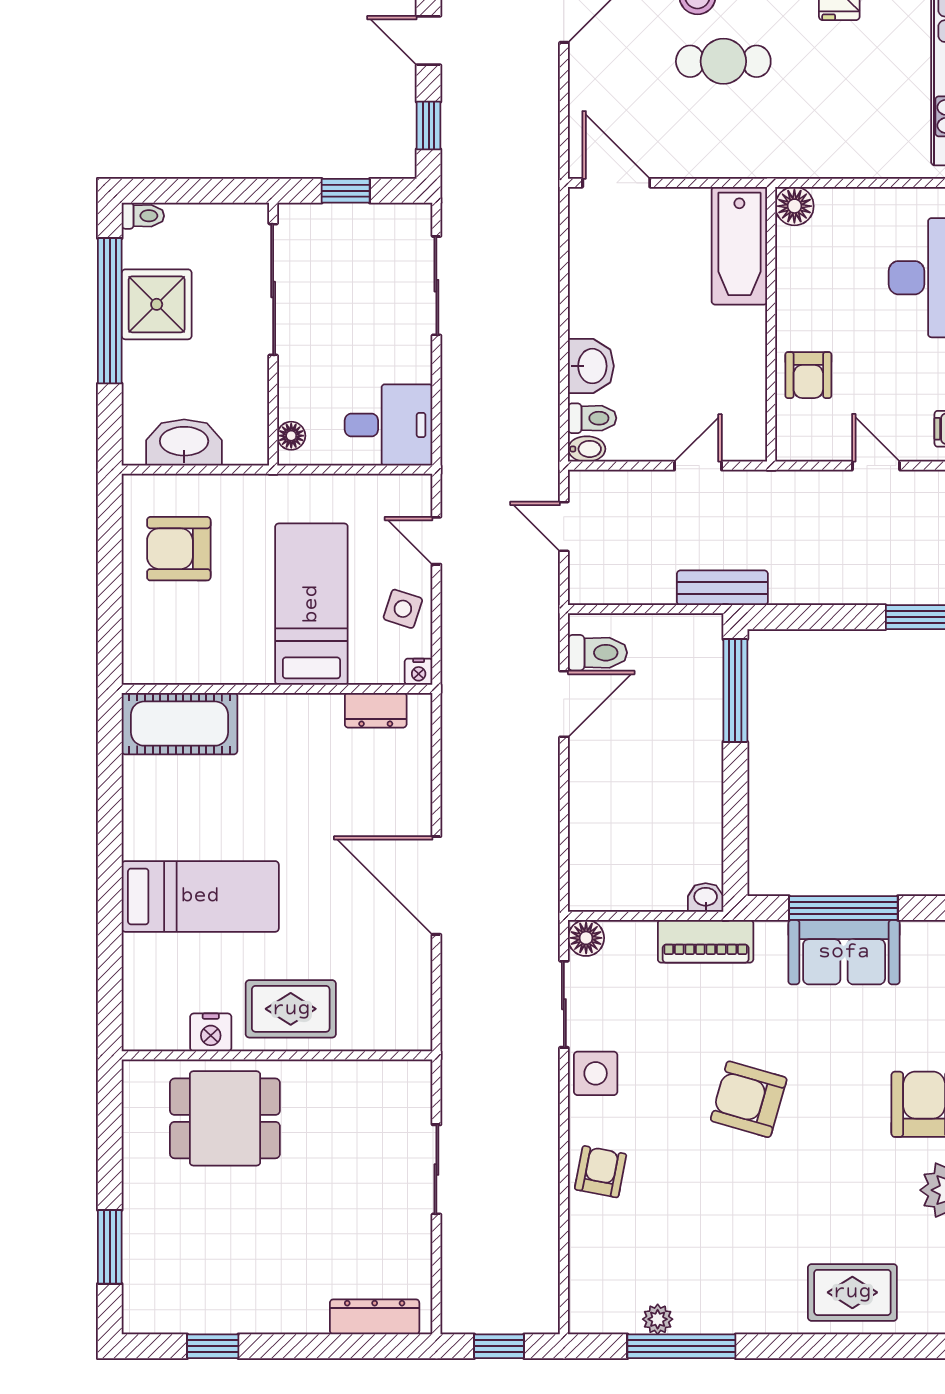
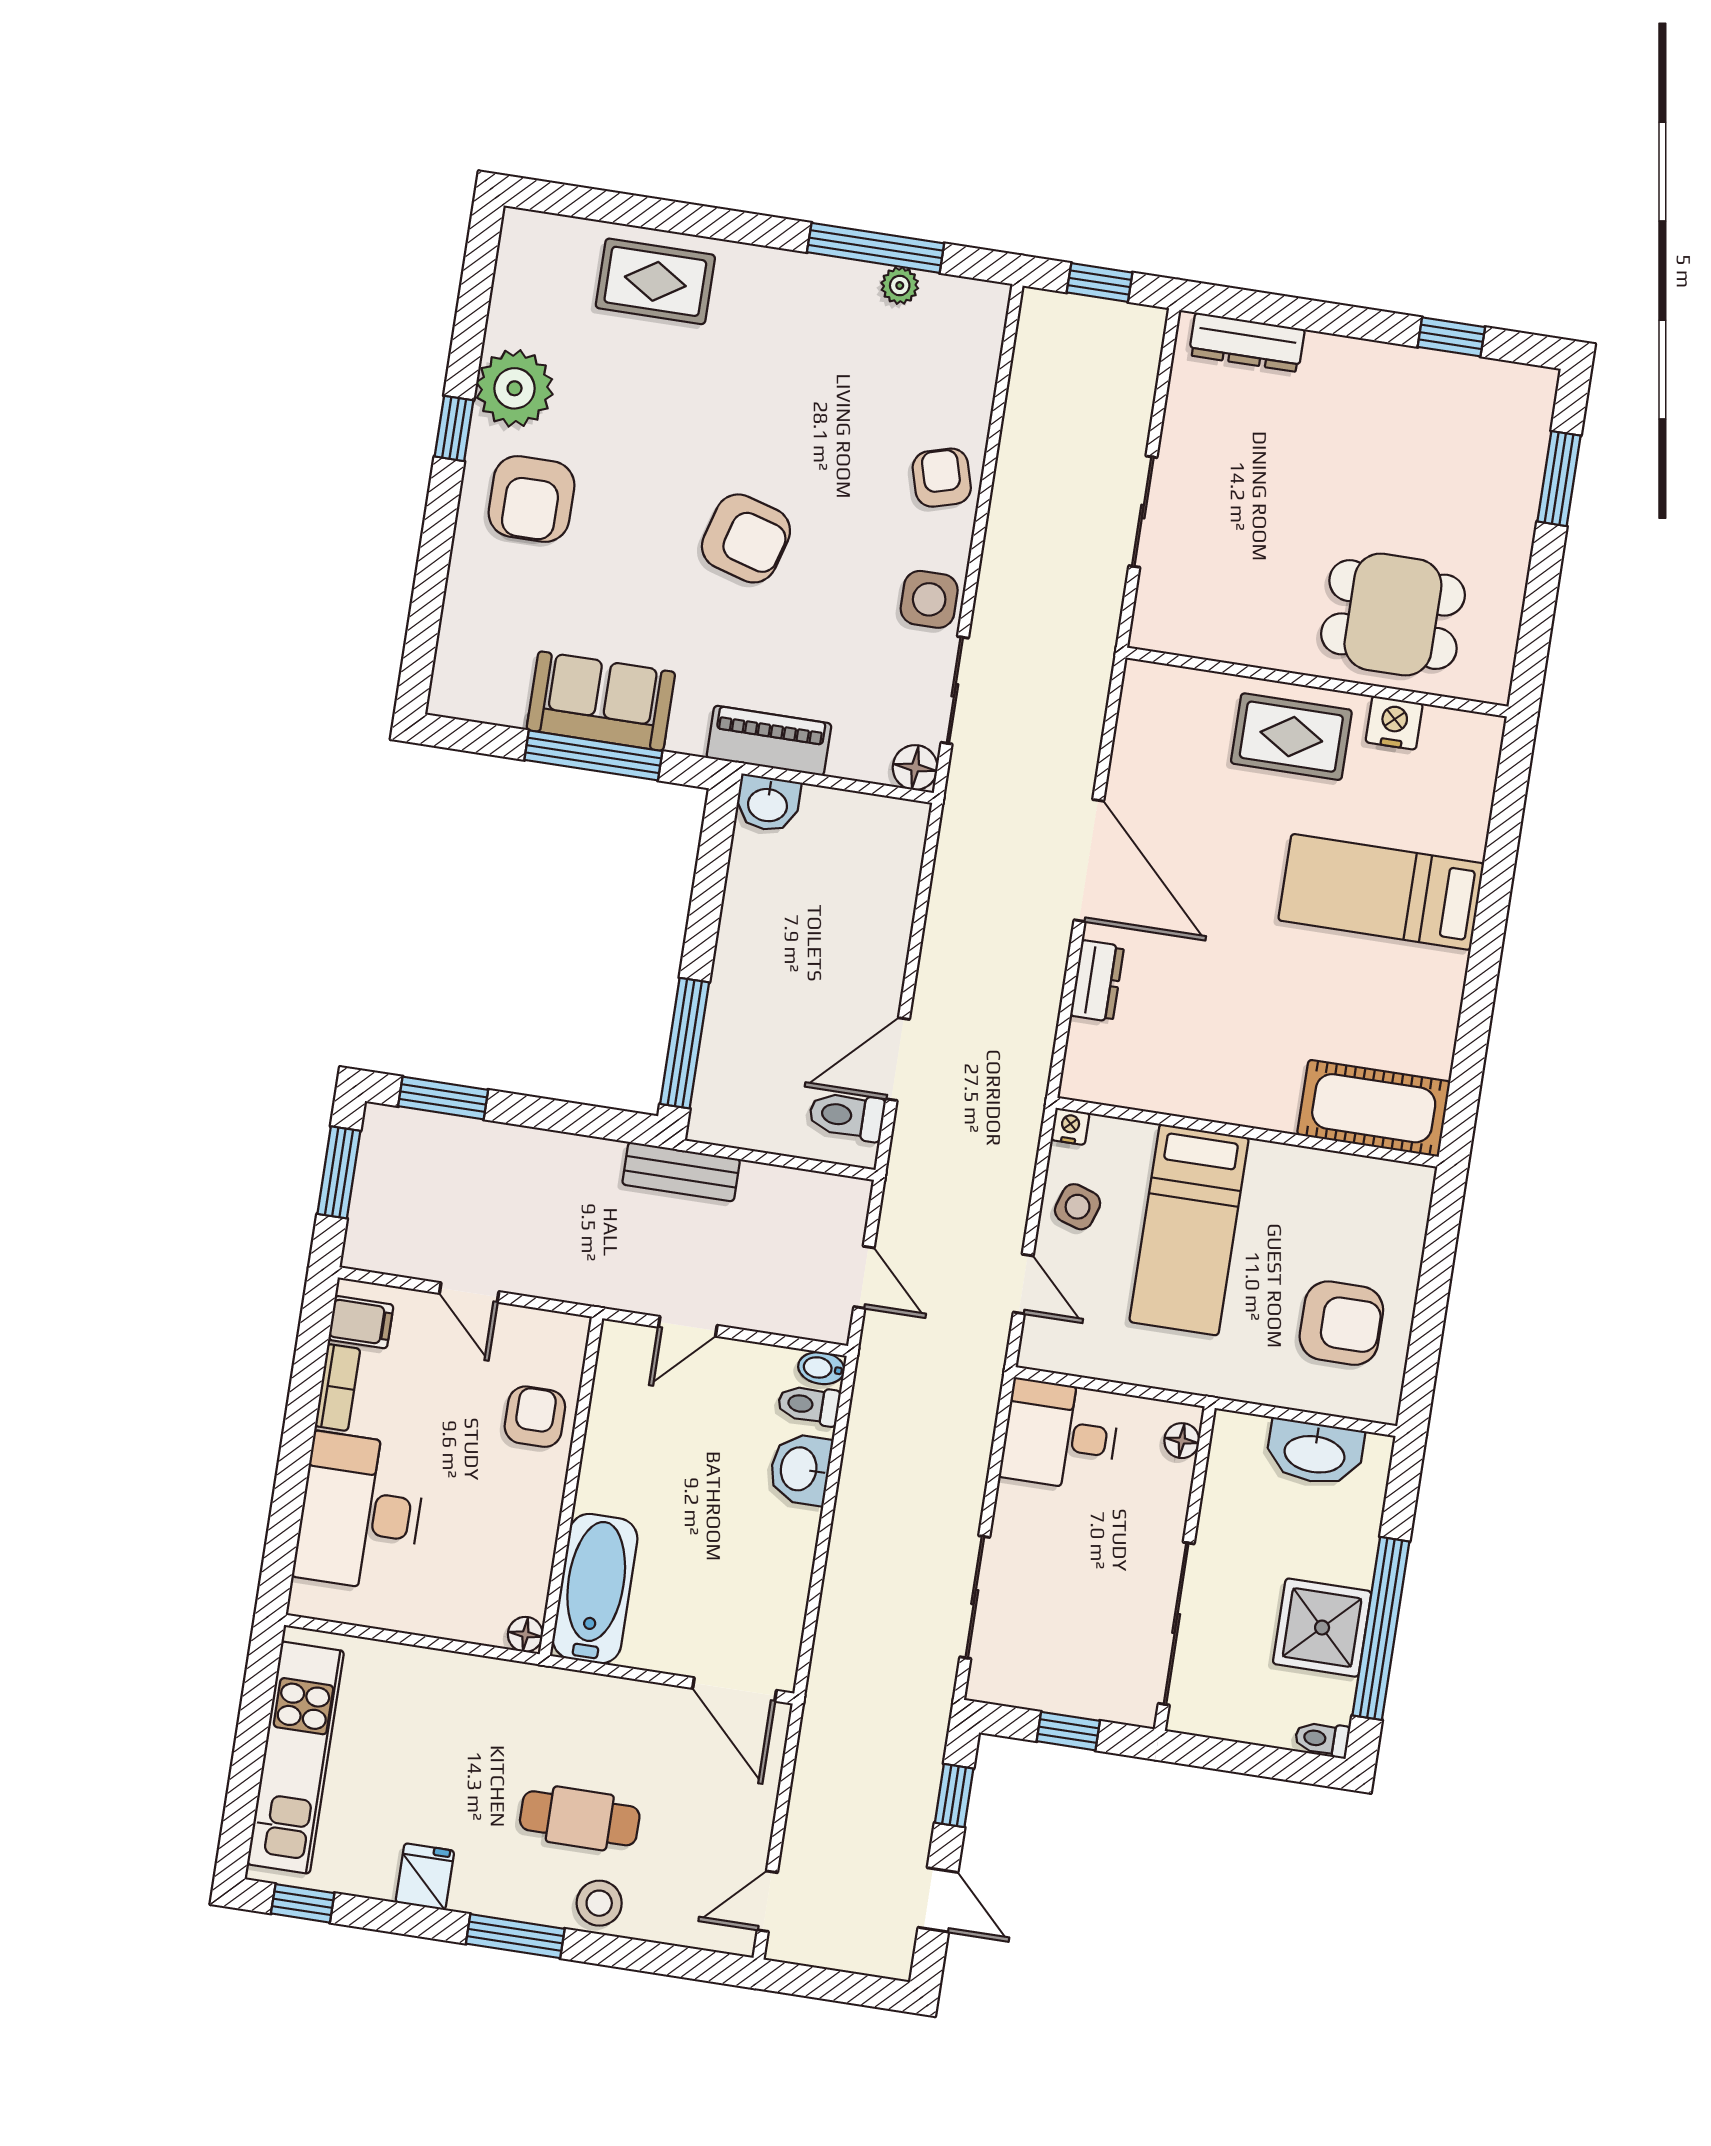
floor lamp: (794, 206) -> (525, 1634), width x0.73, depth x0.73
dresser: (376, 710) -> (1097, 981), moved, turned 90
washbasin: (706, 898) -> (768, 804), width x1.38, depth x1.45
armchair: (601, 1172) -> (942, 478), turned 153

